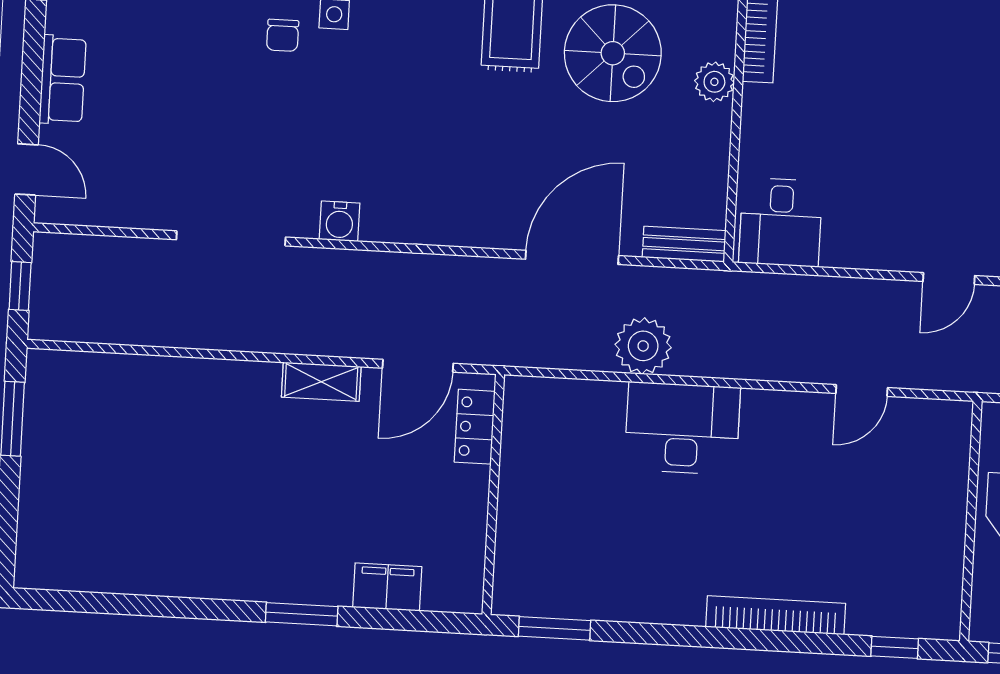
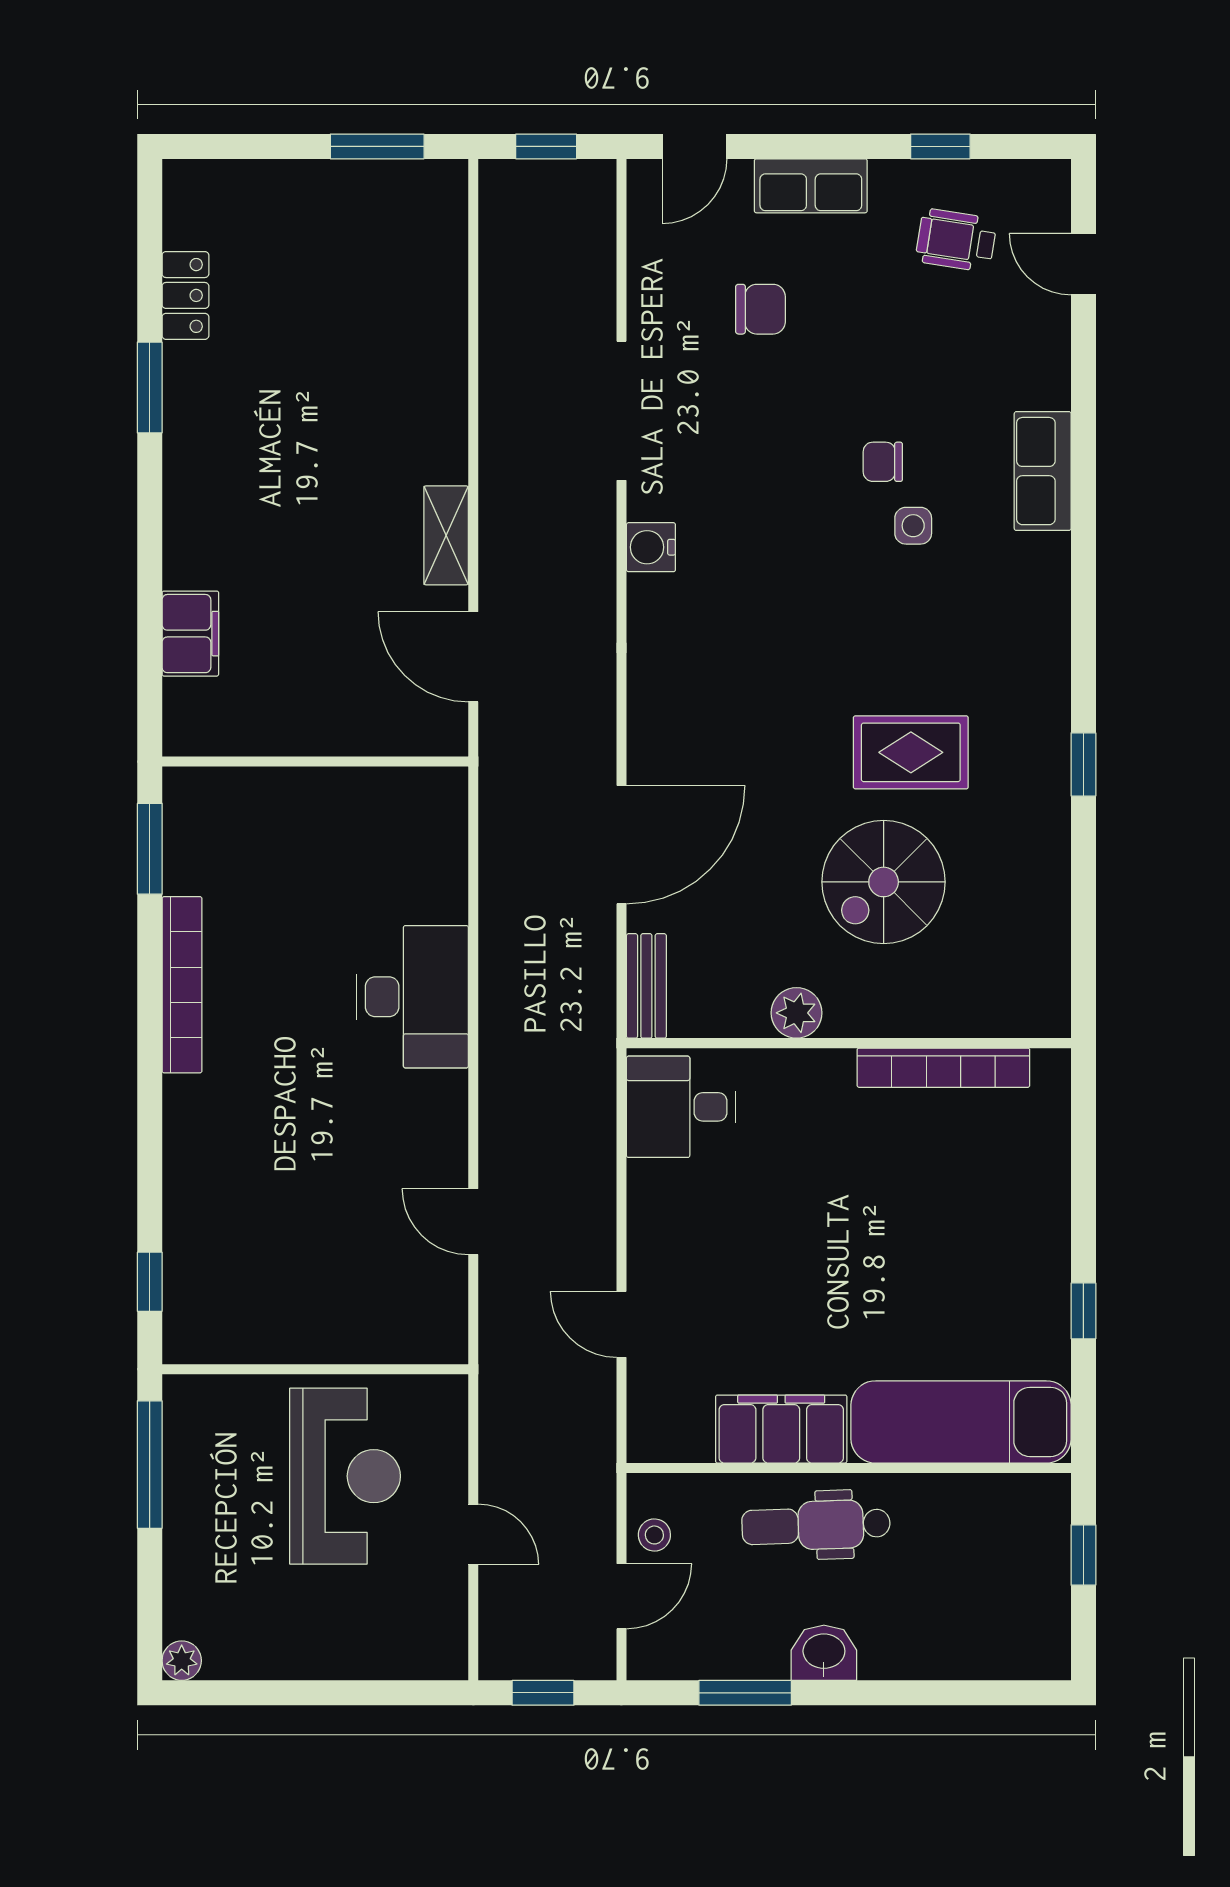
plant: (714, 82) -> (797, 1013), moved
chair: (157, 125) -> (760, 309), added
door: (572, 257) -> (621, 845), hinge flipped
plant: (643, 346) -> (514, 941), removed
locker: (475, 427) -> (185, 295), moved, turned 90
window: (302, 614) -> (150, 388), moved
bookcase: (776, 615) -> (182, 985), moved

